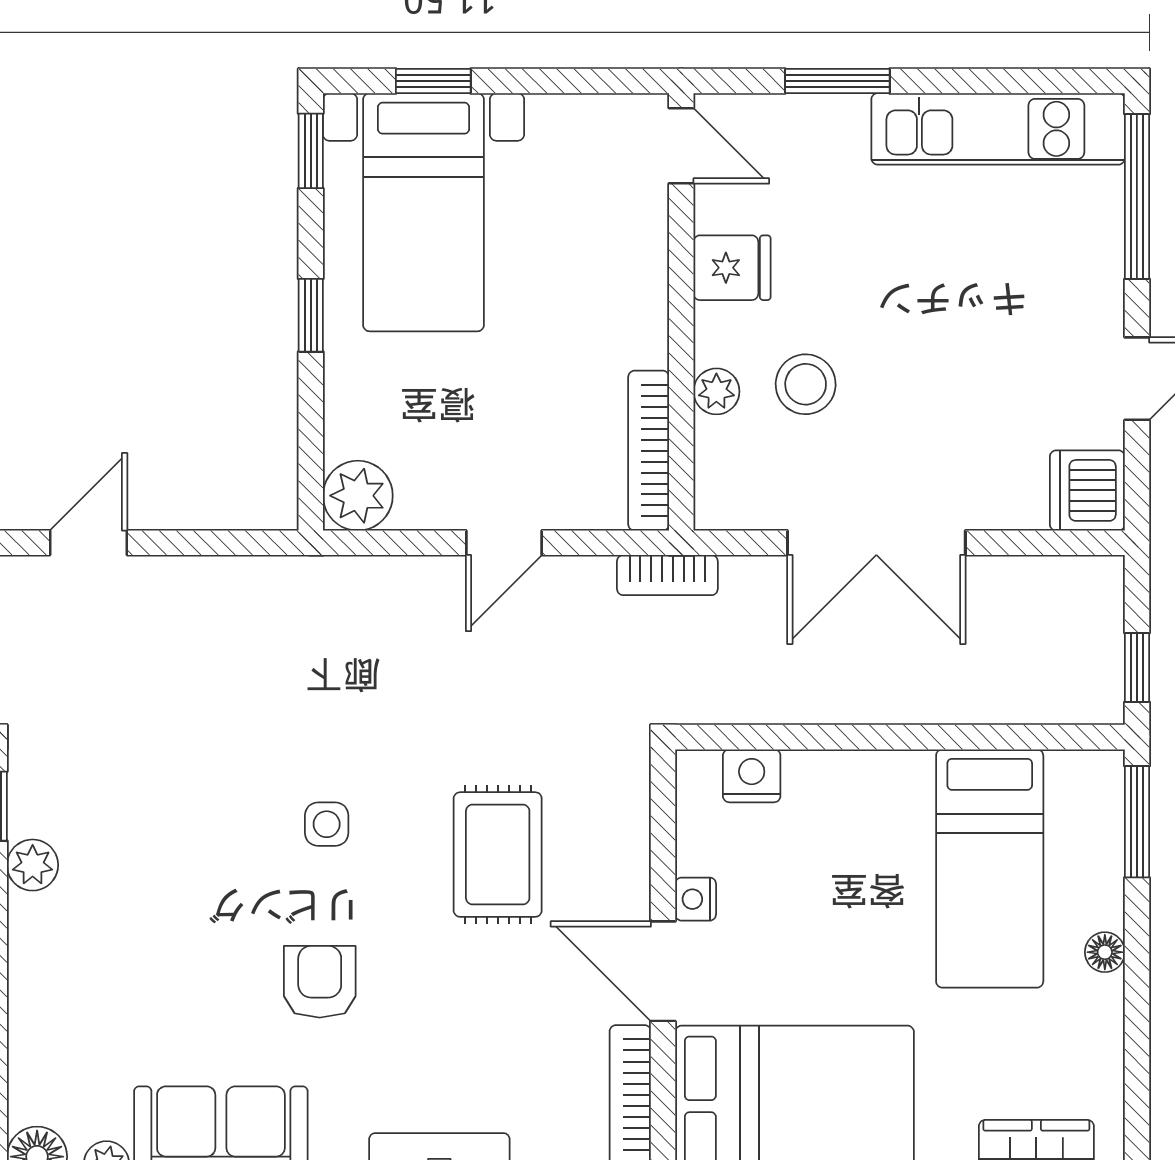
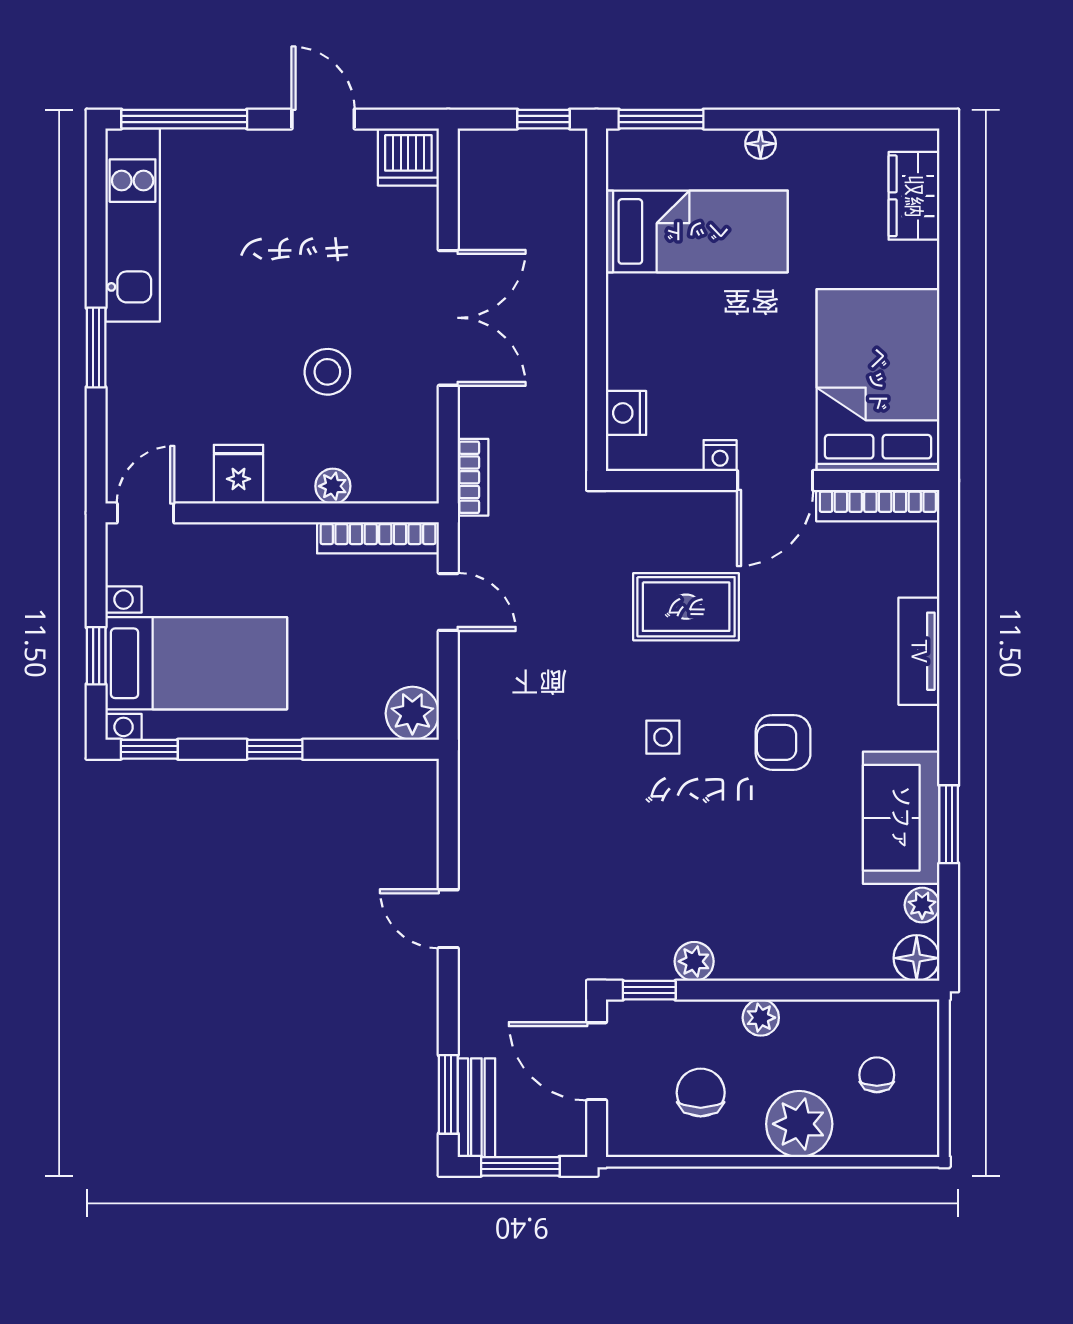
door: (681, 146) -> (145, 513), moved
fridge: (732, 268) -> (238, 474), moved
wall: (681, 312) -> (272, 513), moved
plant: (716, 391) -> (333, 486), moved
bookcase: (649, 451) -> (378, 538), moved

